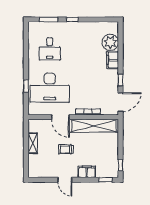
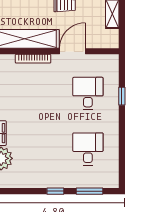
desk: (50, 88) -> (88, 93), width x0.53, depth x0.77
door: (60, 117) -> (73, 51), hinge flipped

